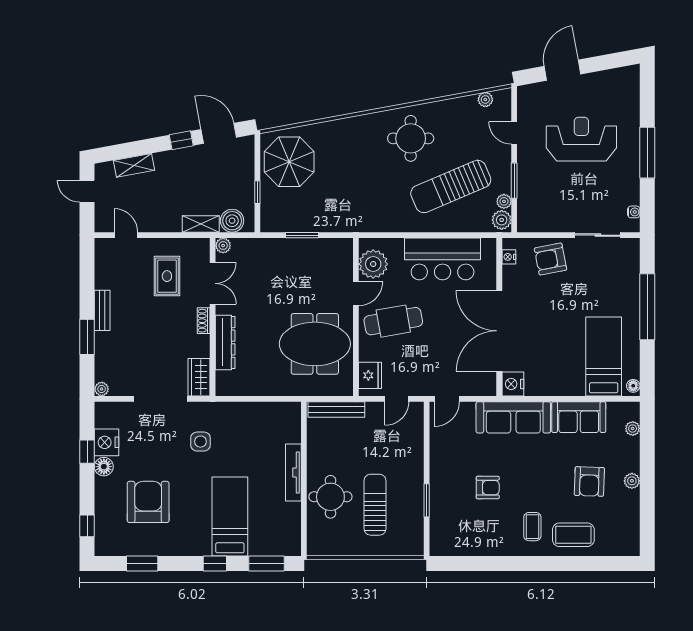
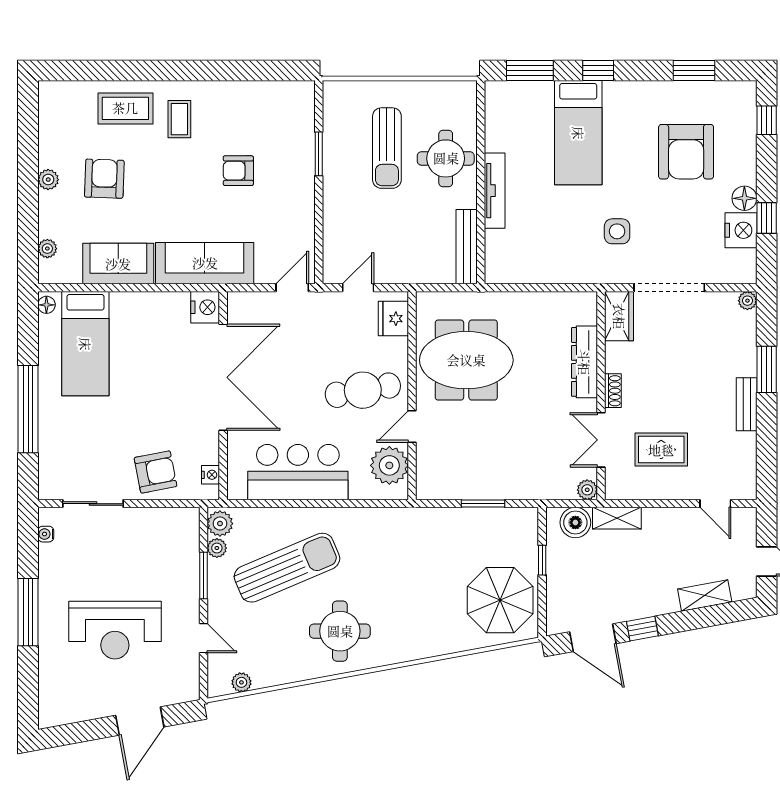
rug: (167, 276) -> (661, 450), turned 90
bench: (336, 410) -> (467, 247), moved, turned 90

